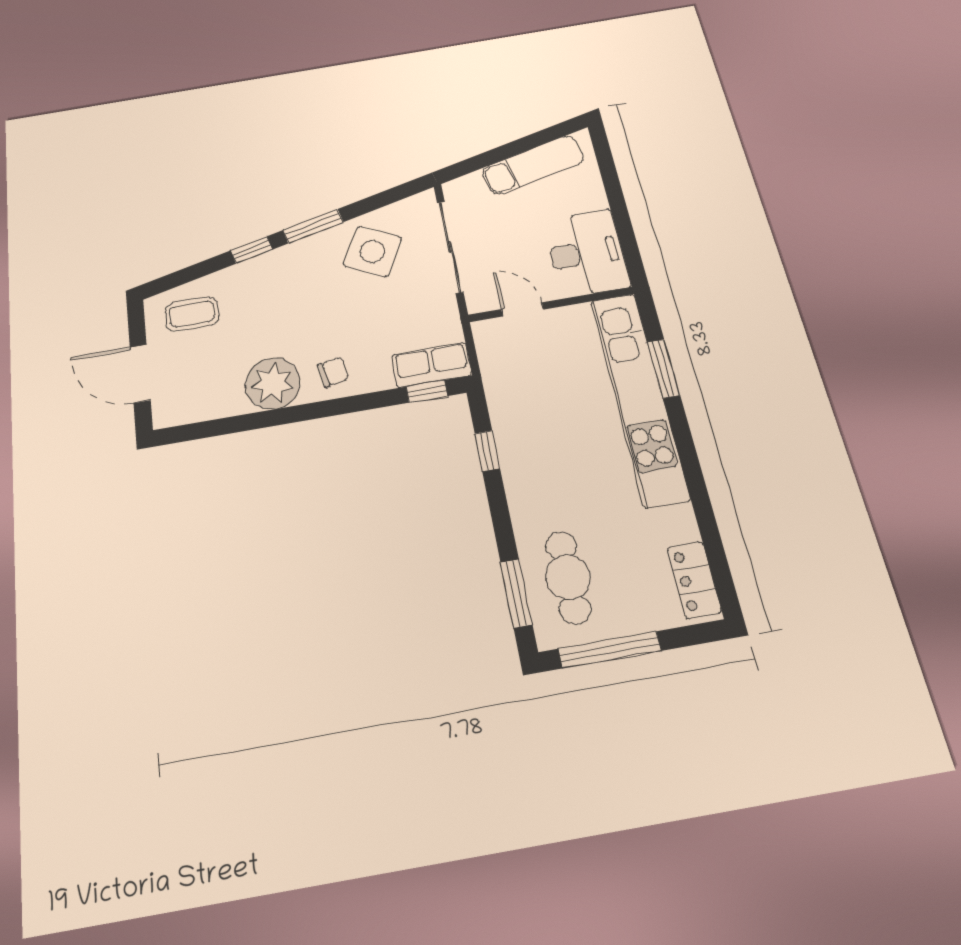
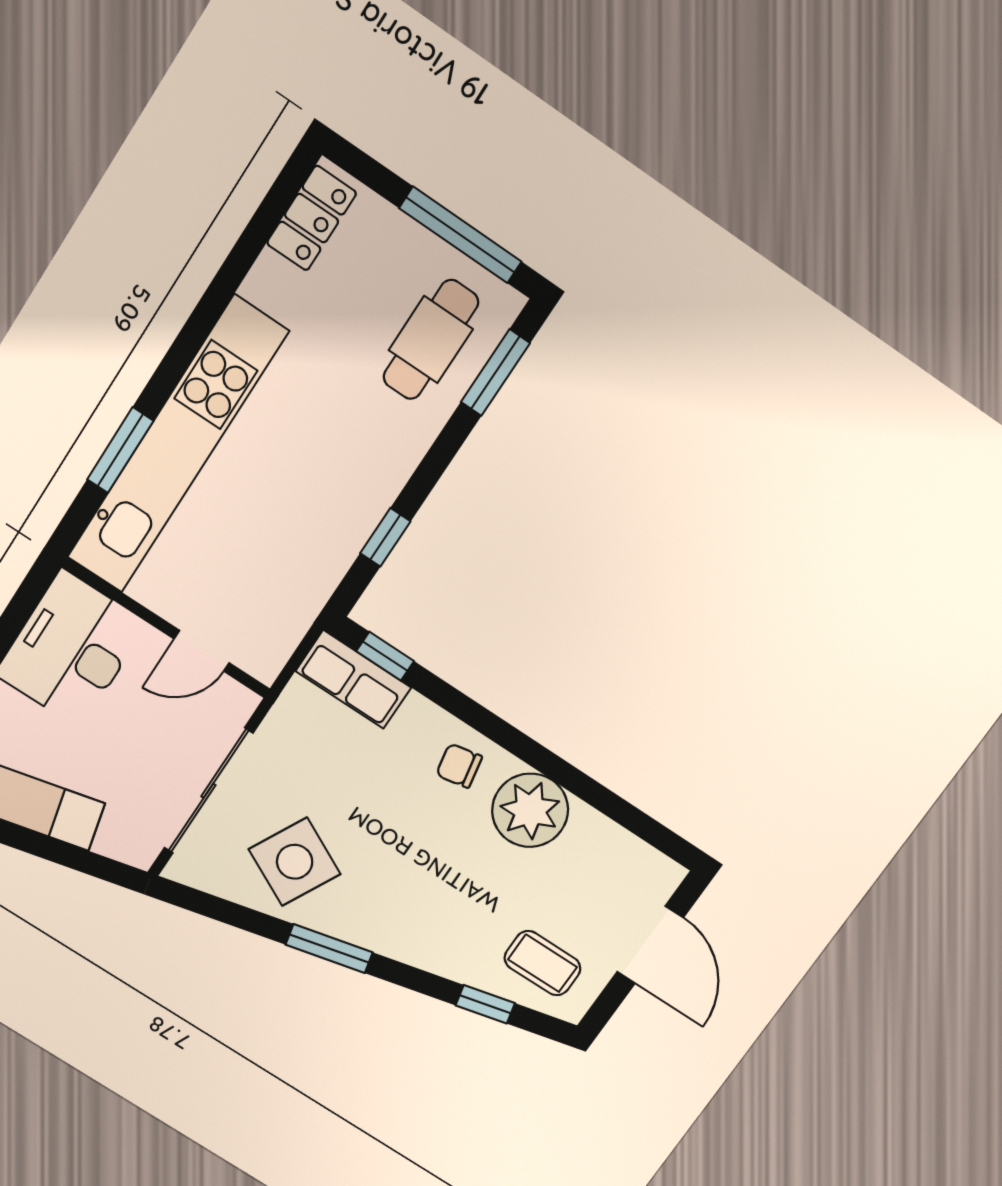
window: (252, 250) -> (485, 1004), moved
door: (522, 309) -> (202, 651), hinge flipped

